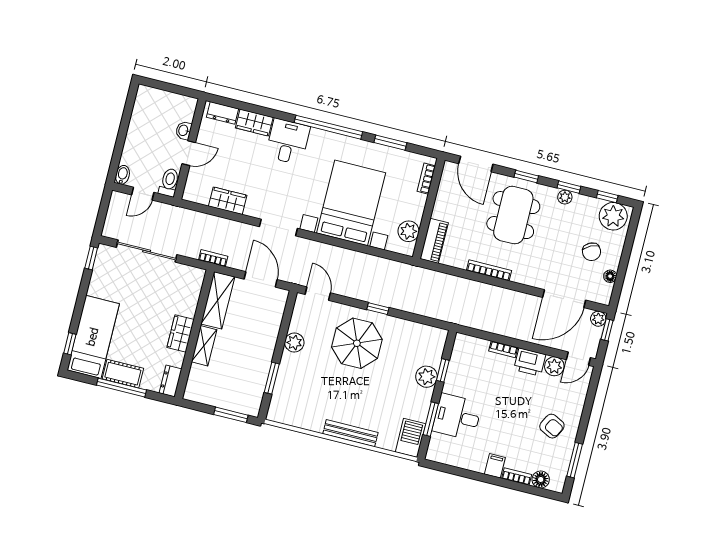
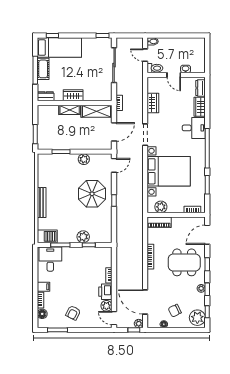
desk: (457, 417) -> (50, 259), moved

